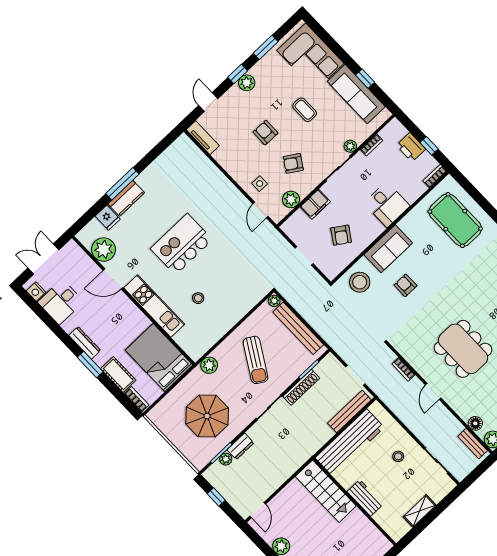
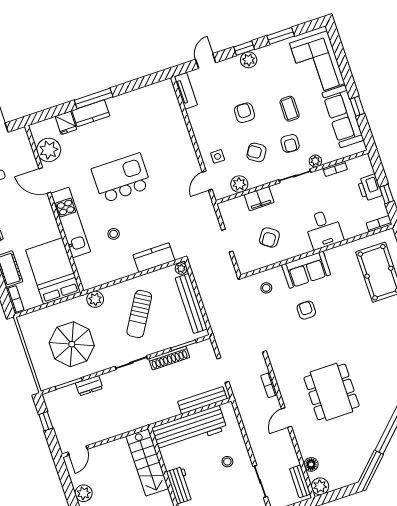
armchair: (320, 141) -> (290, 143), added
stool: (360, 282) -> (266, 288), width x0.53, depth x0.53
kitchen counter: (245, 303) -> (154, 258), added
plant: (226, 459) -> (70, 391), removed

